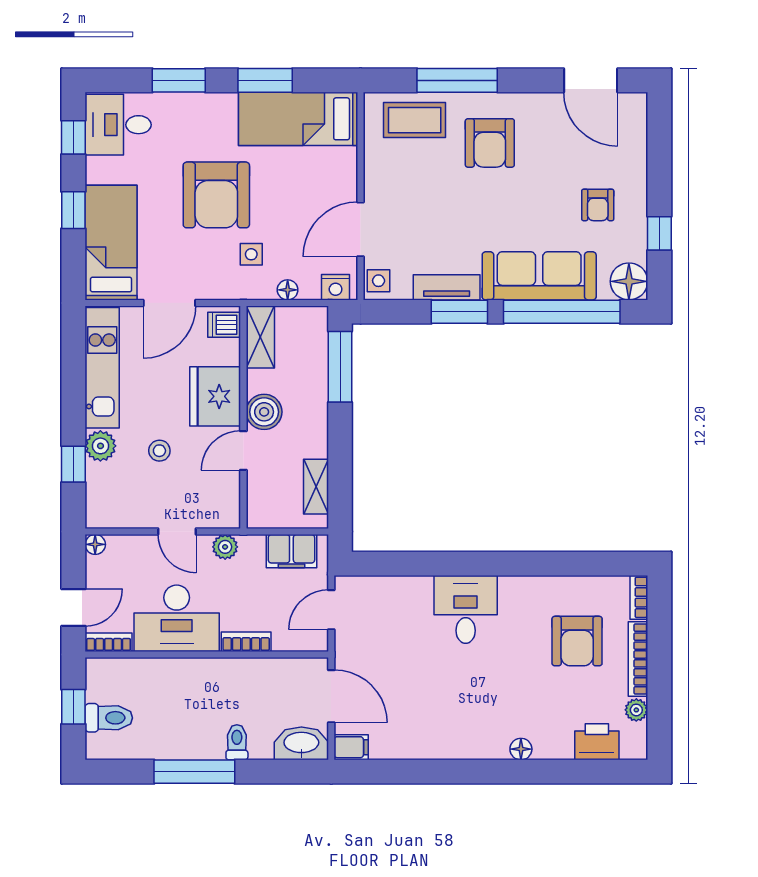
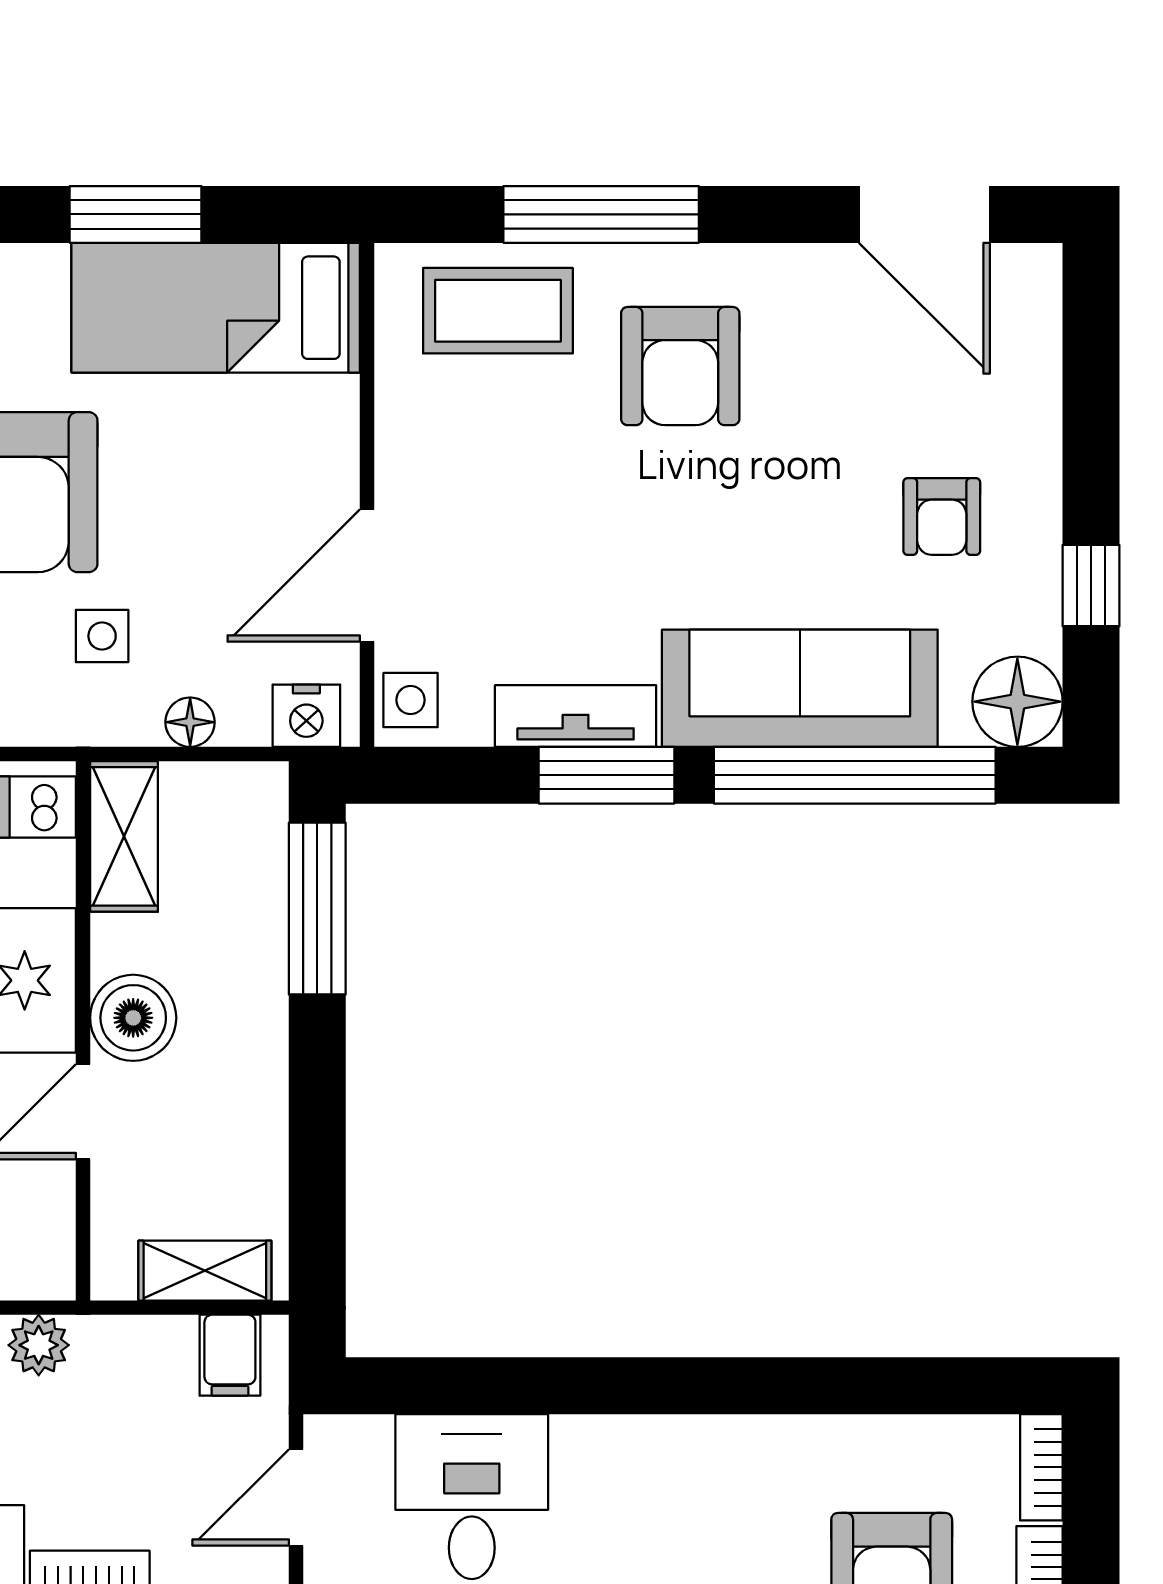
shelving: (316, 487) -> (205, 1271), moved, turned 90
filing cabinet: (291, 551) -> (230, 1355), width x0.50
desk: (466, 609) -> (472, 1497), moved

